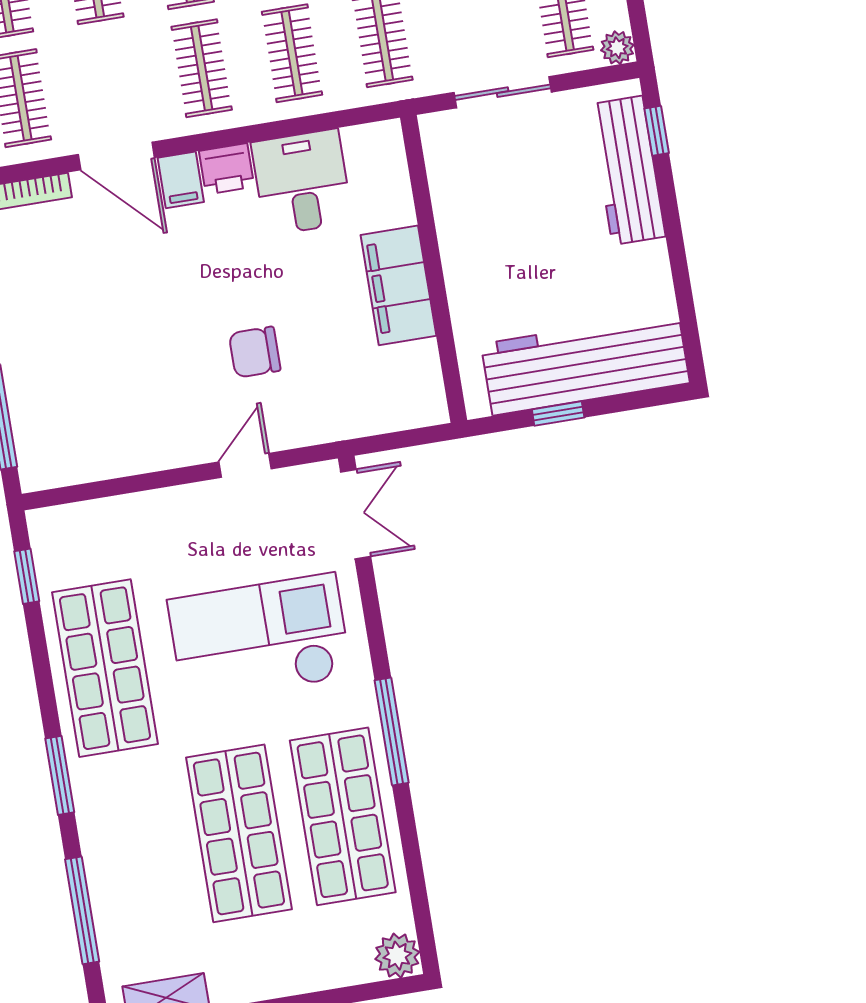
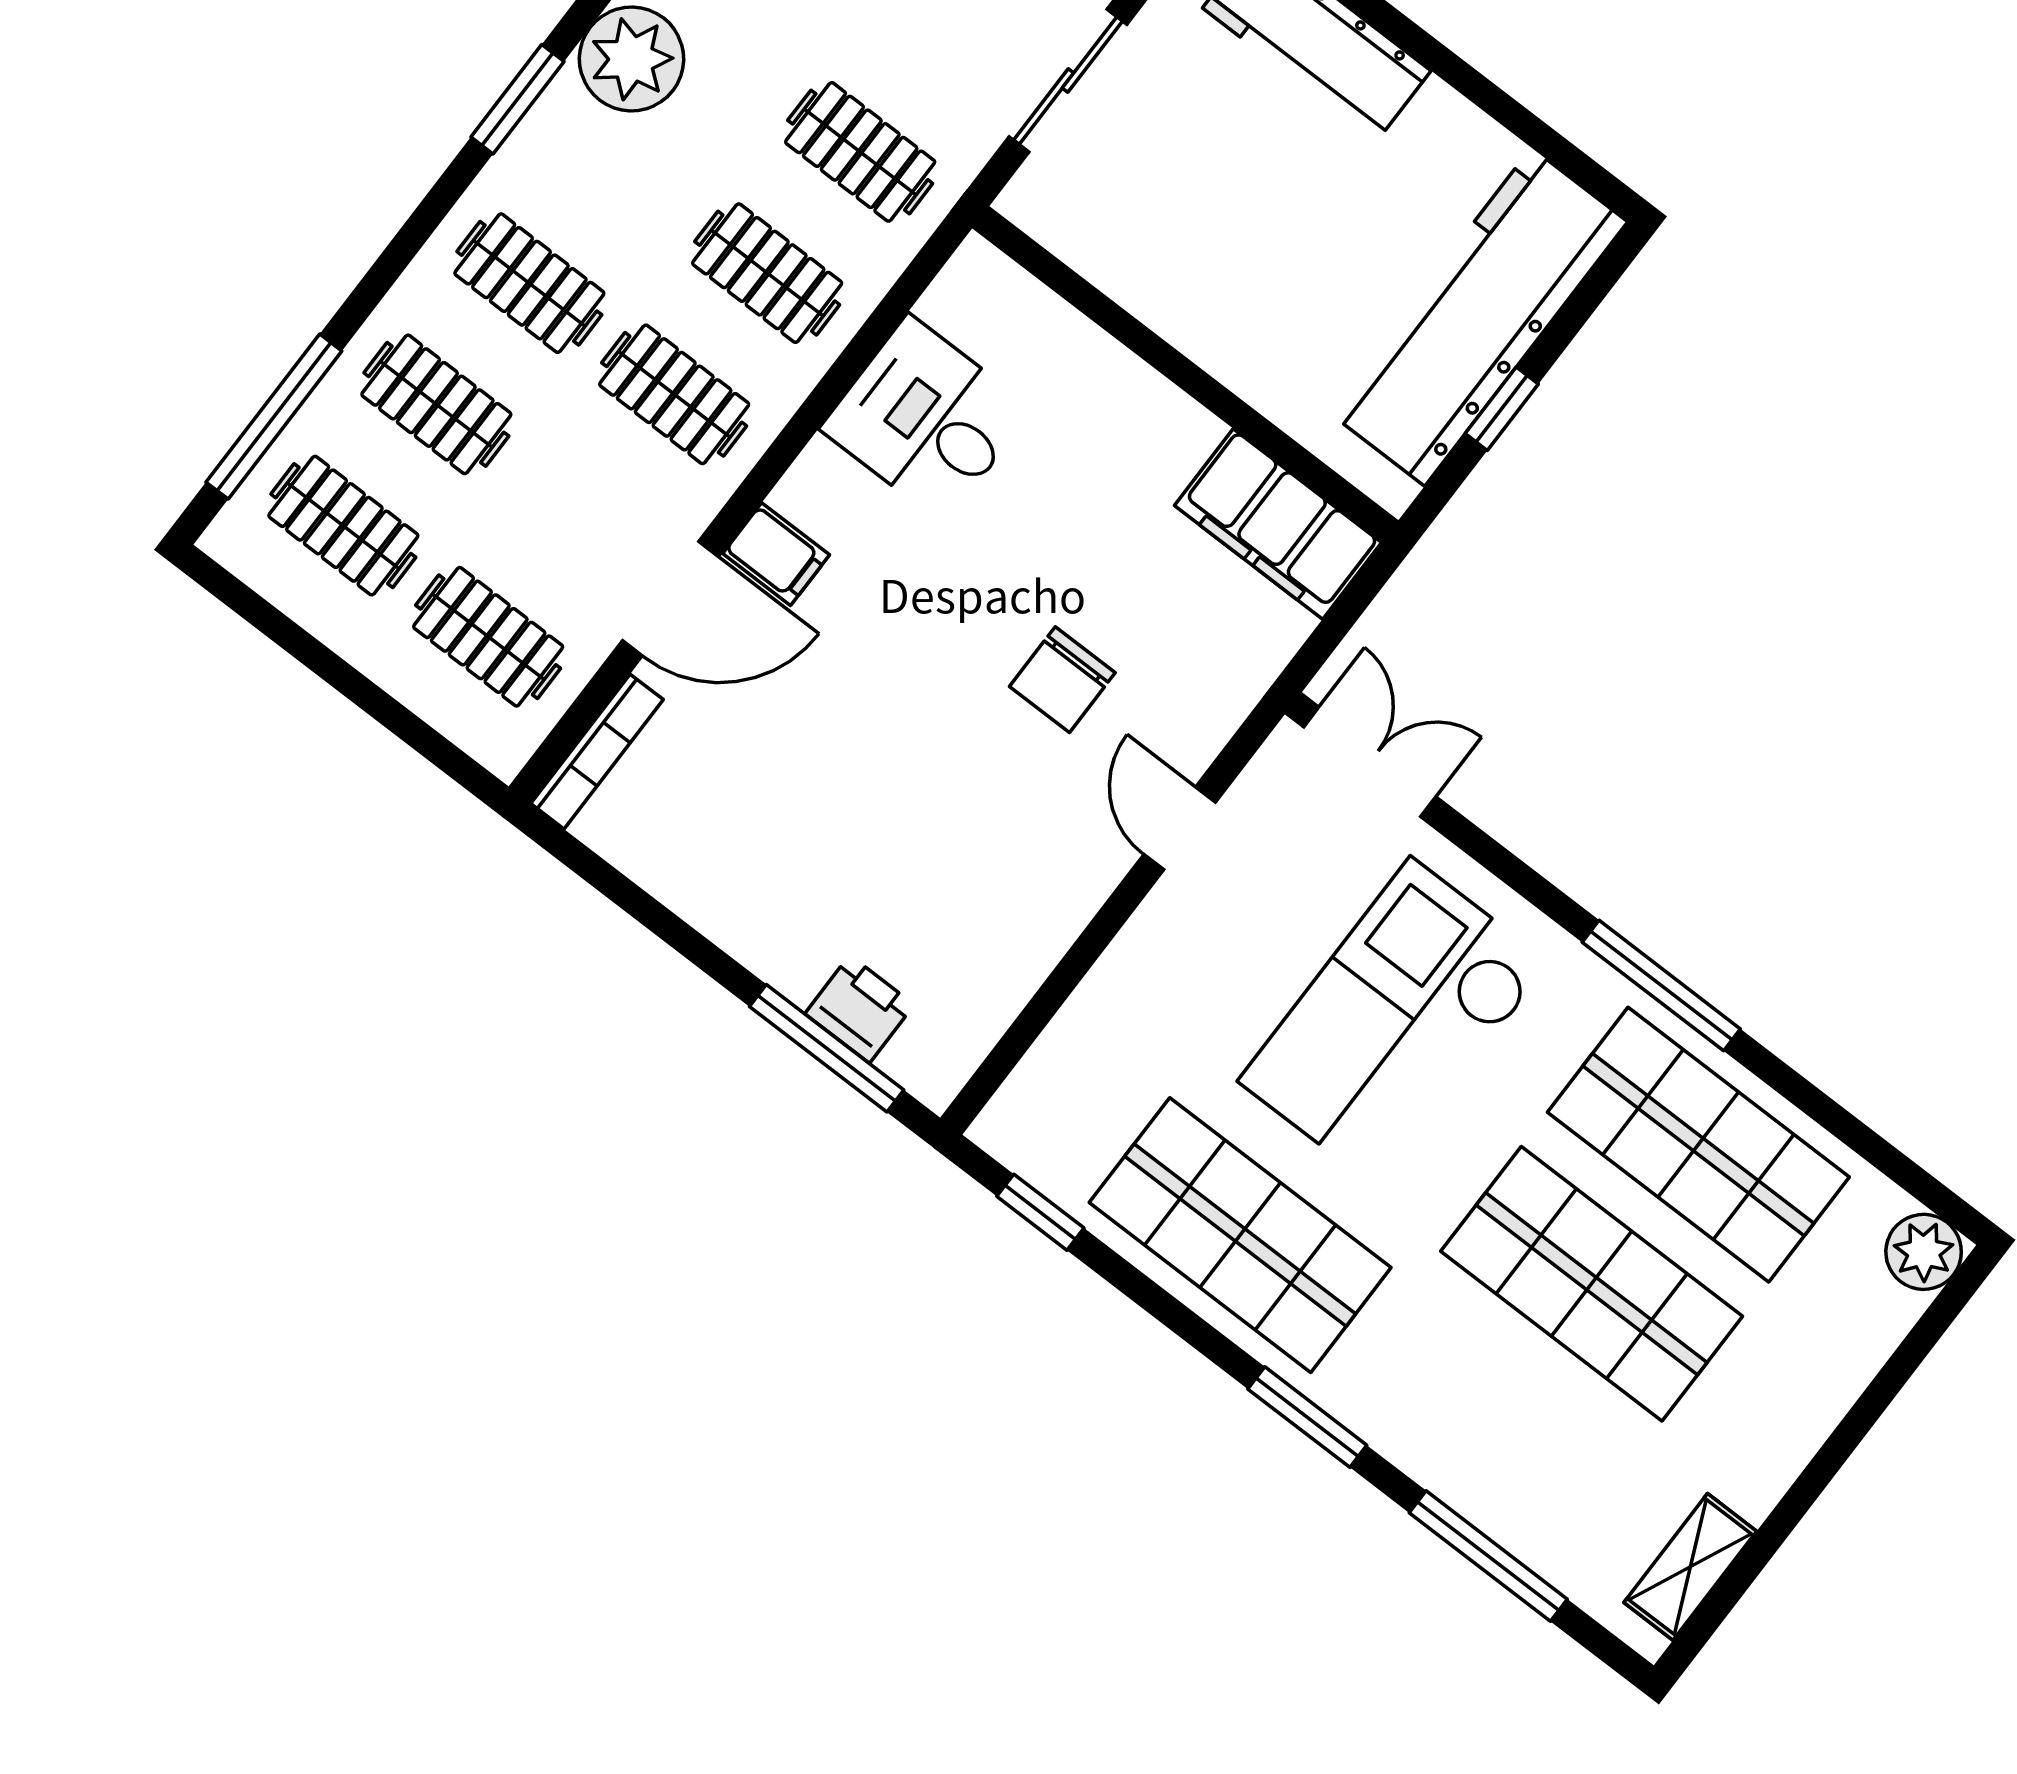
printer: (227, 169) -> (860, 1009), moved, turned -90
filing cabinet: (398, 285) -> (1278, 524), moved

